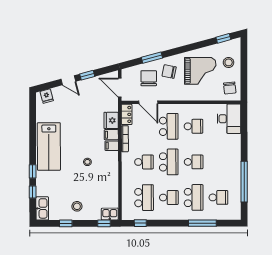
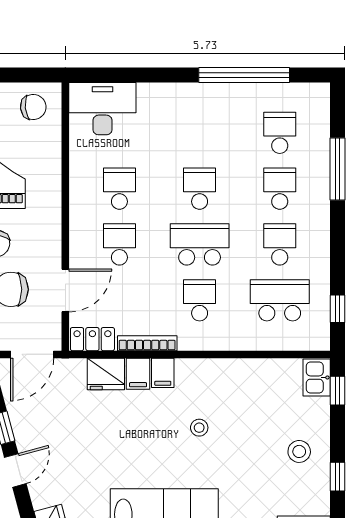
school desk: (169, 126) -> (119, 244), width x0.54
school desk: (194, 197) -> (280, 189), width x0.54

